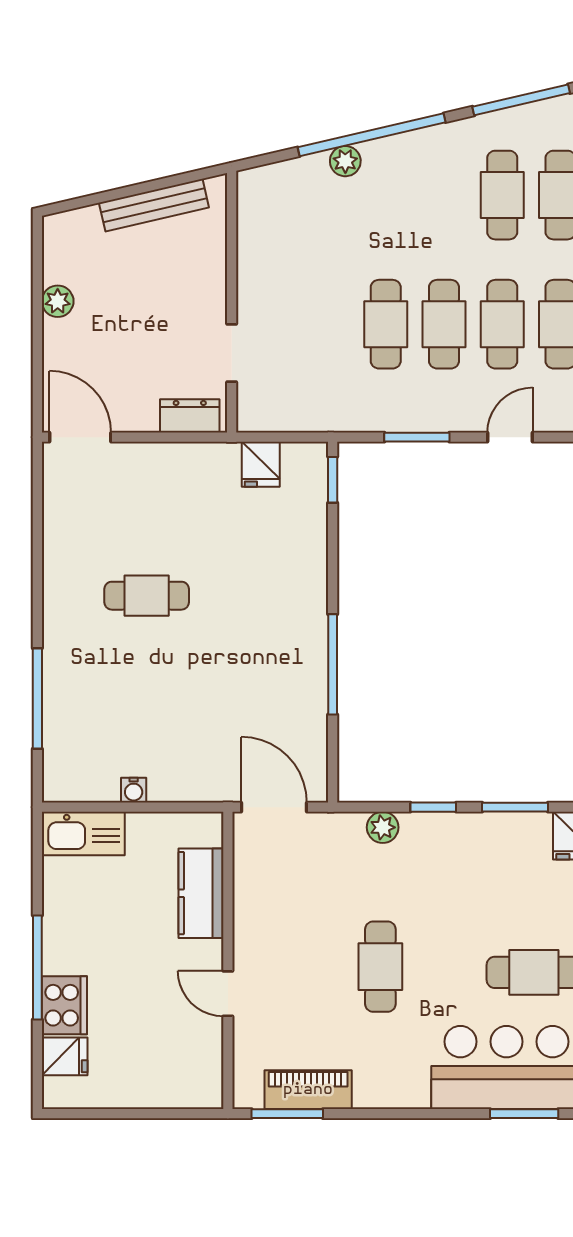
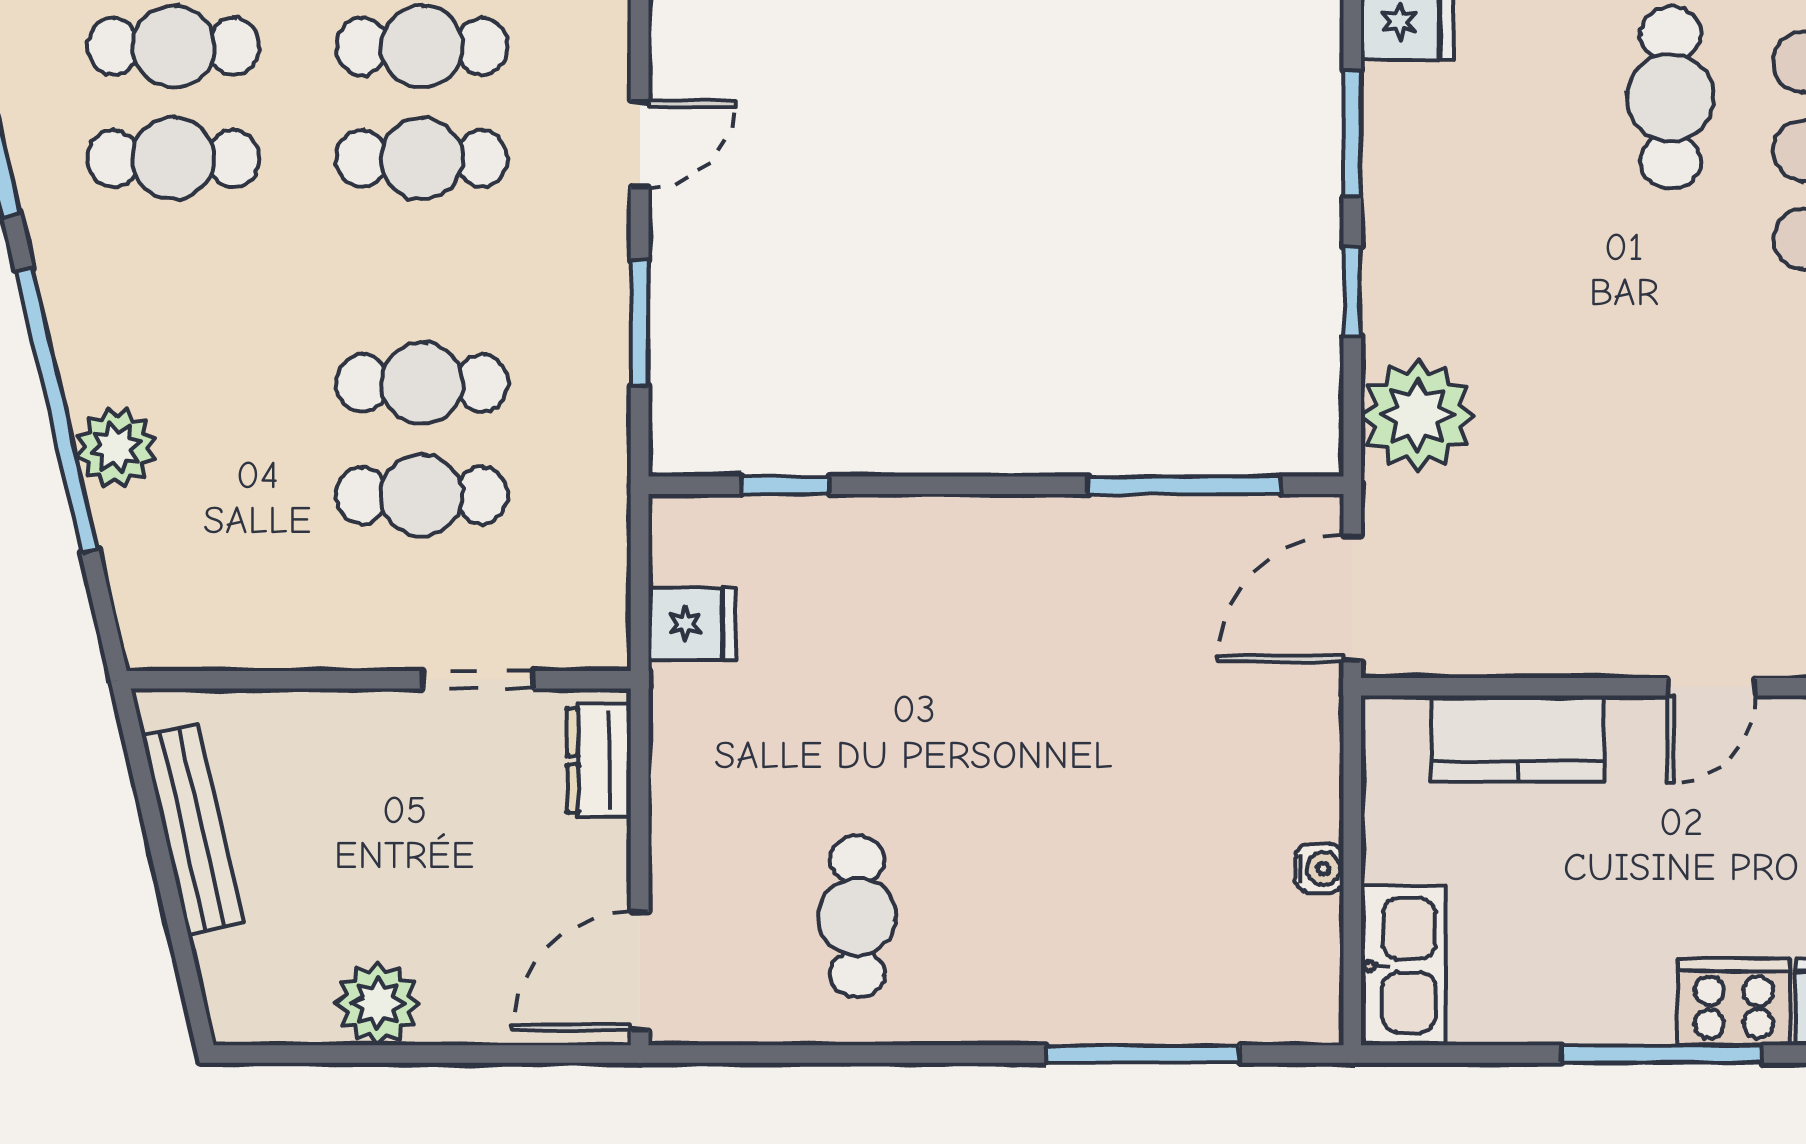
plant: (345, 161) -> (116, 448), width x1.38, depth x1.38
plant: (58, 301) -> (378, 1003), width x1.38, depth x1.38
cafe table: (444, 324) -> (422, 495), moved
door: (510, 437) -> (640, 144), swing flipped
window: (333, 480) -> (786, 485), moved
cafe table: (147, 596) -> (857, 917), moved
window: (333, 664) -> (1184, 485), moved
plant: (383, 827) -> (1418, 415), width x1.88, depth x1.88
cafe table: (380, 967) -> (1659, 393), removed

